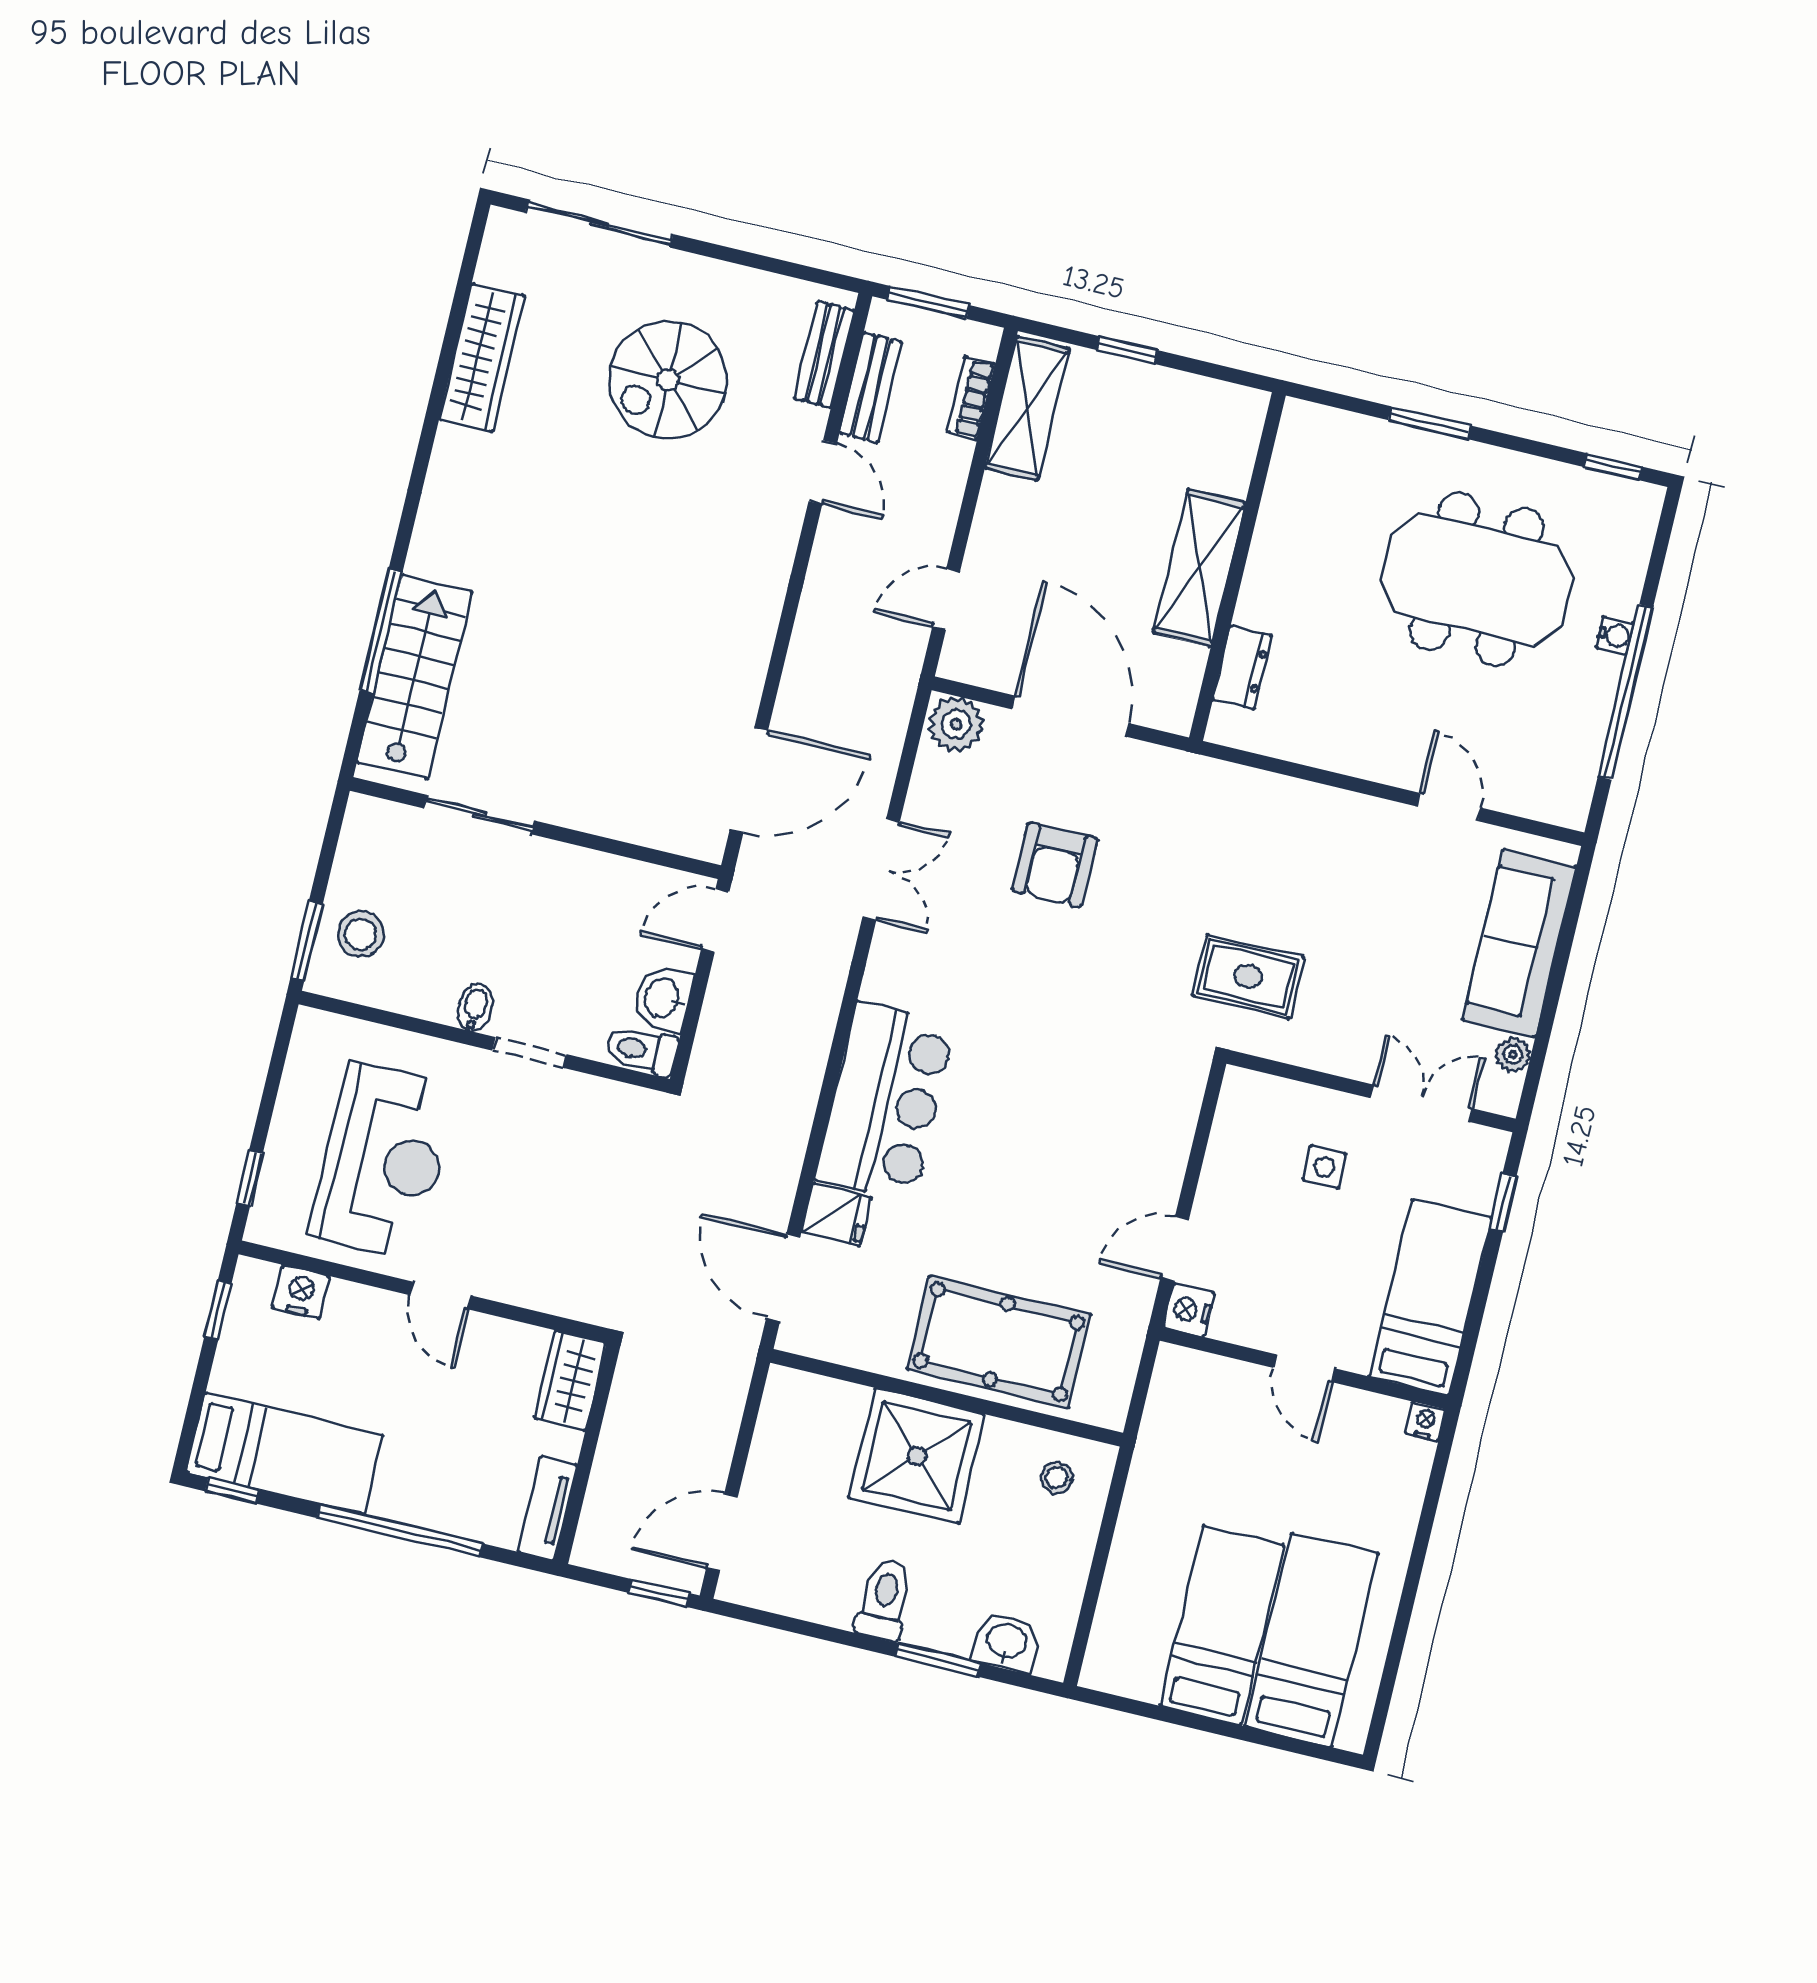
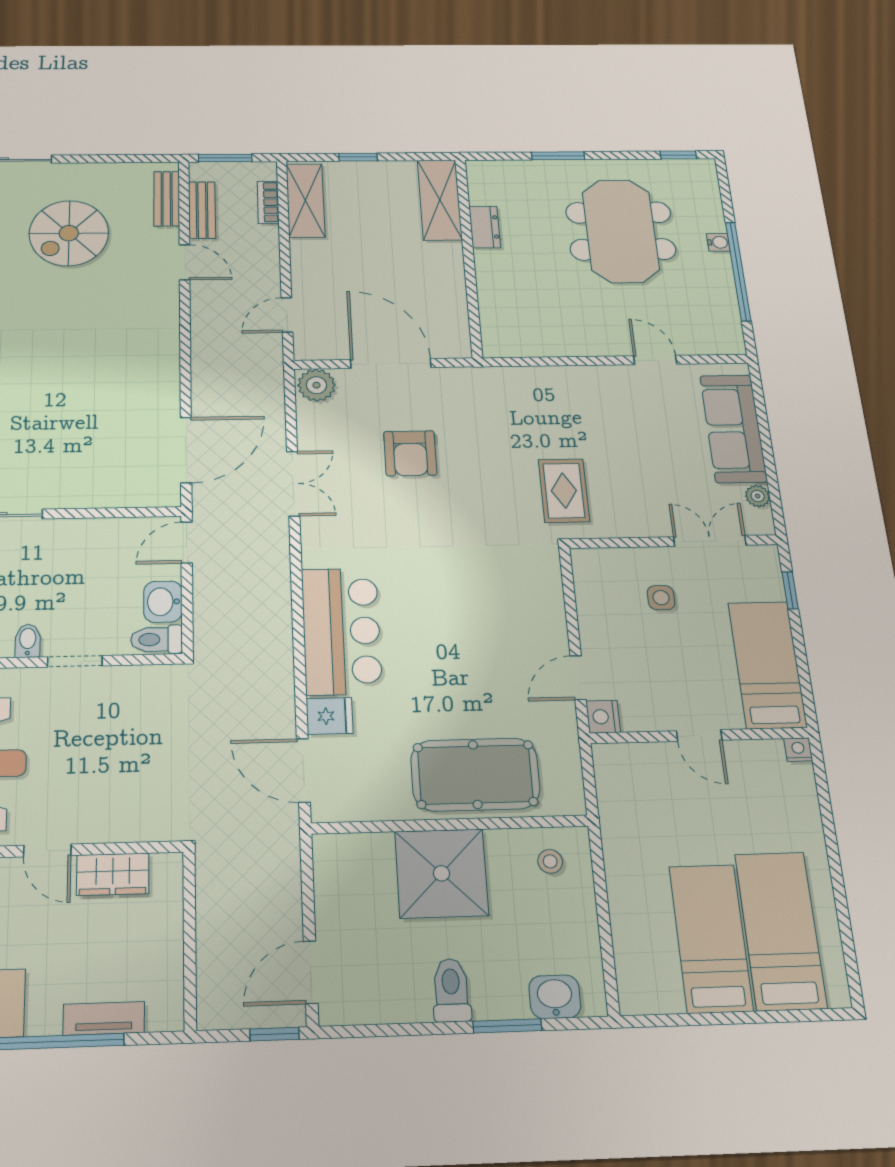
shelving: (1199, 568) -> (440, 200), moved
meeting table: (1477, 579) -> (621, 231), turned 90
dresser: (1243, 667) -> (485, 227), moved
rug: (1248, 976) -> (564, 491), turned 90
wardrobe: (570, 1380) -> (113, 874), moved, turned -90
tv unit: (547, 1508) -> (104, 1018), moved, turned 90

